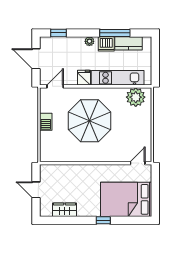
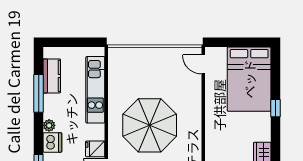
dishwasher: (106, 44) -> (52, 142), moved
fridge: (84, 78) -> (95, 149), moved
plant: (136, 97) -> (120, 67), removed

